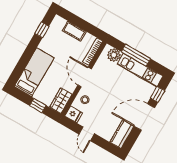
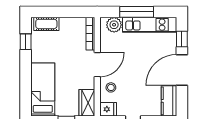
cot: (74, 31) -> (46, 24), moved
door: (85, 77) -> (97, 65), swing flipped

